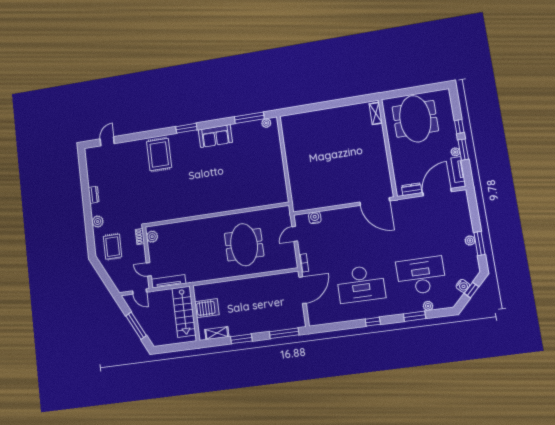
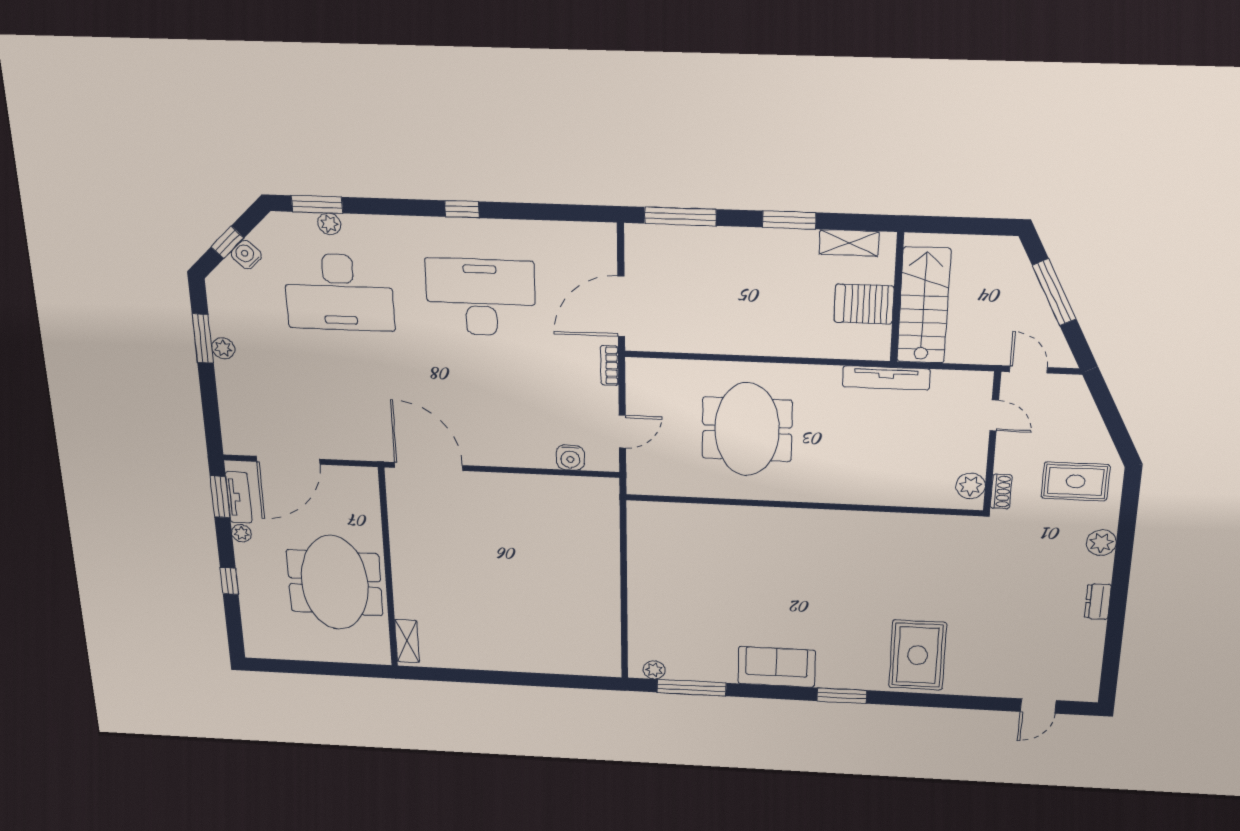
meeting table: (415, 119) -> (335, 583), moved
window: (463, 150) -> (220, 497), moved
dresser: (412, 189) -> (343, 476), removed
rug: (113, 247) -> (1076, 481), turned 90
tv unit: (168, 281) -> (886, 378), moved
window: (415, 316) -> (317, 204), moved

